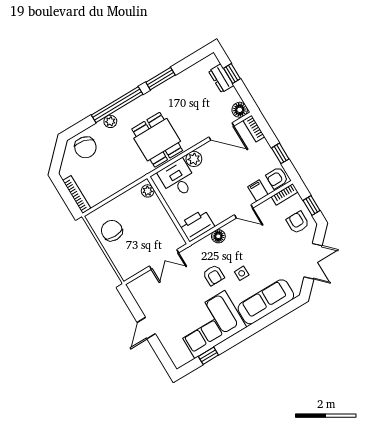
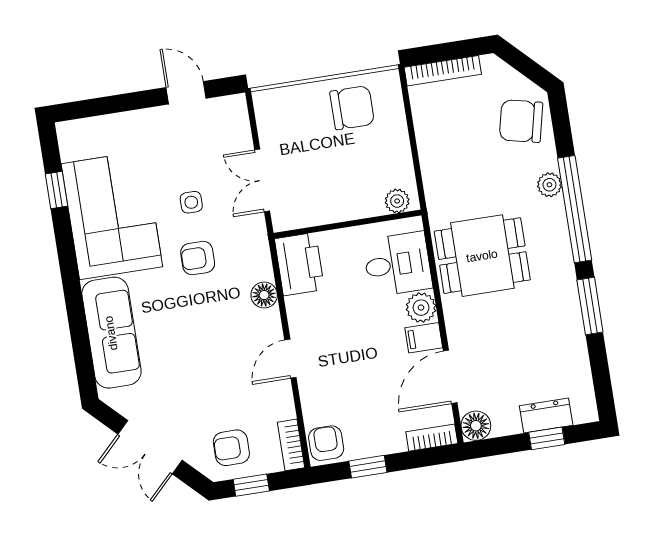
filing cabinet: (258, 191) -> (424, 338), moved, turned 180
armchair: (298, 222) -> (231, 448), turned 180
side table: (242, 273) -> (191, 202), moved
door: (146, 328) -> (186, 93), moved

